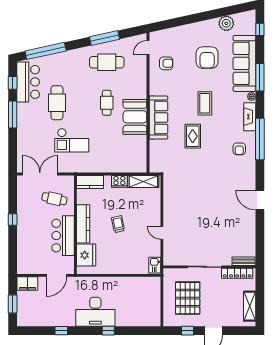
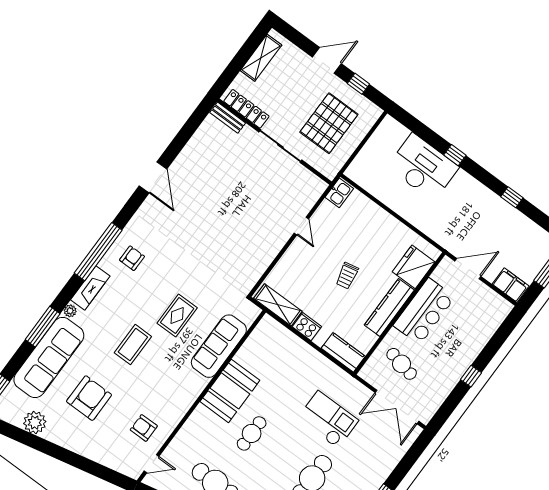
sofa: (158, 117) -> (219, 346), moved
desk: (95, 312) -> (423, 167), moved

